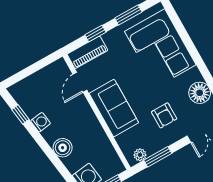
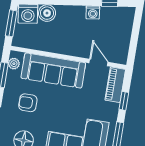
sofa: (114, 108) -> (53, 70), width x1.36
boiler: (63, 148) -> (47, 13), moved

